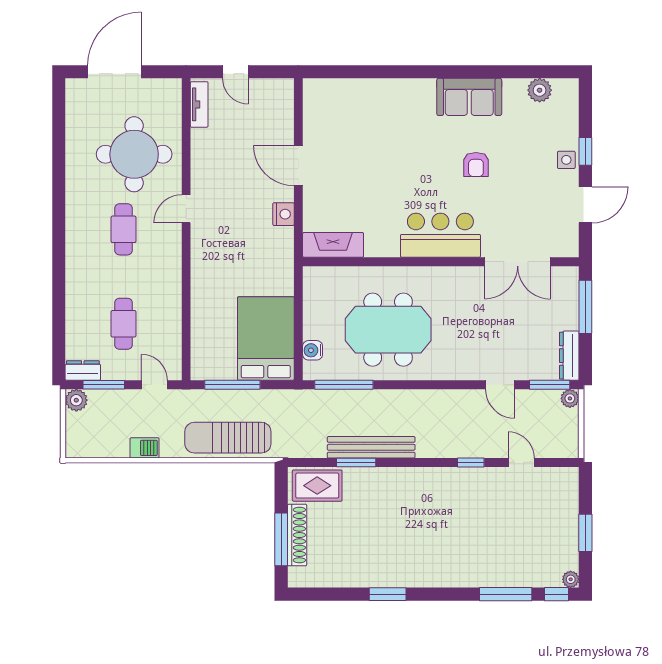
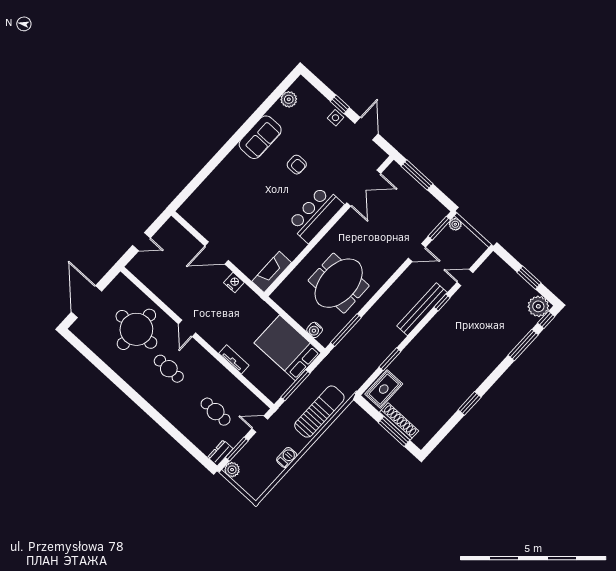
tv unit: (199, 104) -> (234, 359), moved
dresser: (569, 356) -> (434, 205), removed
sun lounger: (228, 438) -> (319, 412), turned 180
bench: (371, 447) -> (422, 309), moved
plant: (571, 579) -> (538, 306), width x1.88, depth x1.88

